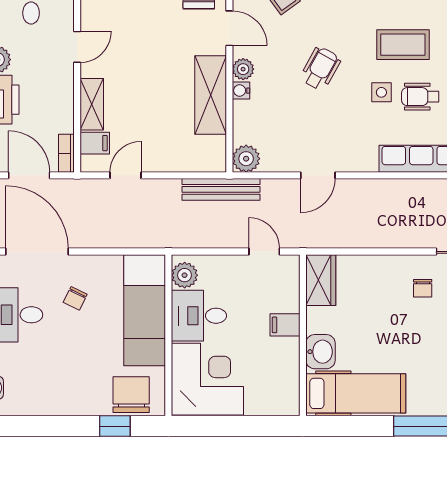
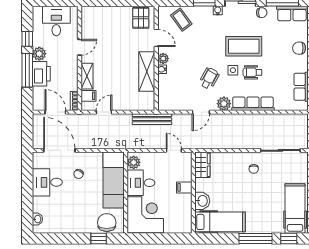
coffee table: (403, 45) -> (244, 46), width x1.36, depth x1.32
wheelchair: (320, 69) -> (209, 78), moved
plant: (246, 159) -> (224, 104), moved

